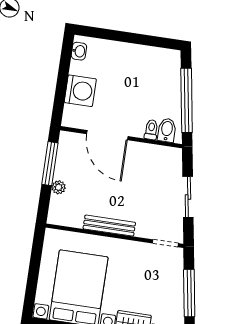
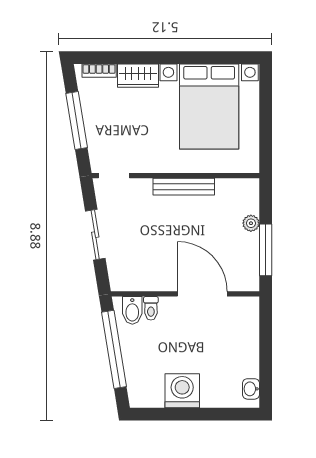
washing machine: (80, 91) -> (182, 391), moved, turned 90

